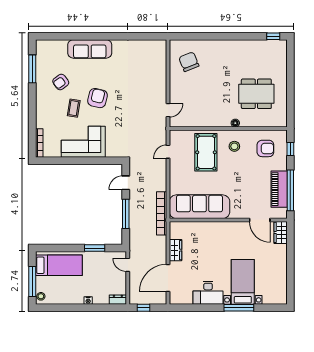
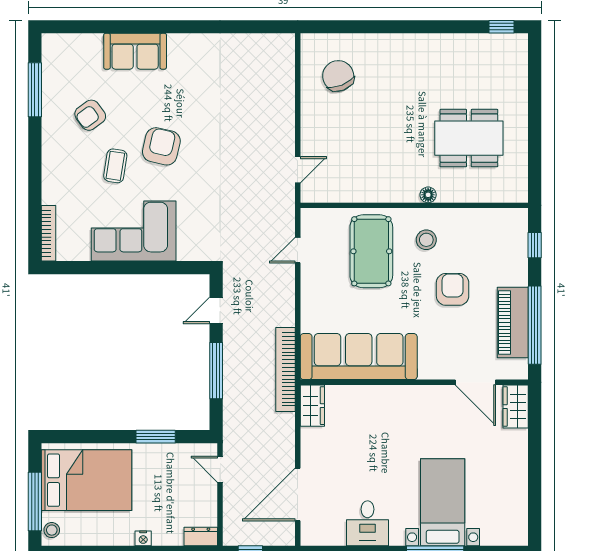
sofa: (90, 49) -> (135, 51), width x0.73
armchair: (265, 148) -> (453, 289), moved, turned -90
wardrobe: (175, 250) -> (312, 406), moved
bed: (59, 265) -> (86, 480), width x1.50
desk: (208, 293) -> (368, 523), width x0.73

